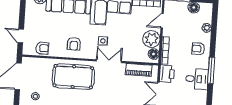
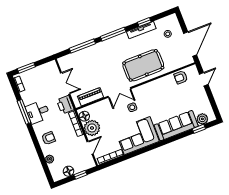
door: (21, 36) -> (204, 79), hinge flipped
armchair: (74, 44) -> (156, 93), removed
window: (211, 70) -> (24, 112), moved

